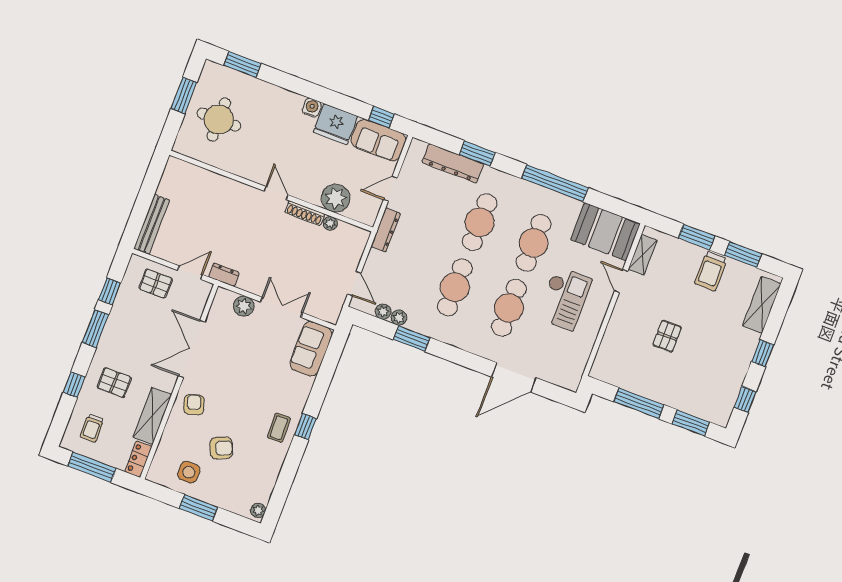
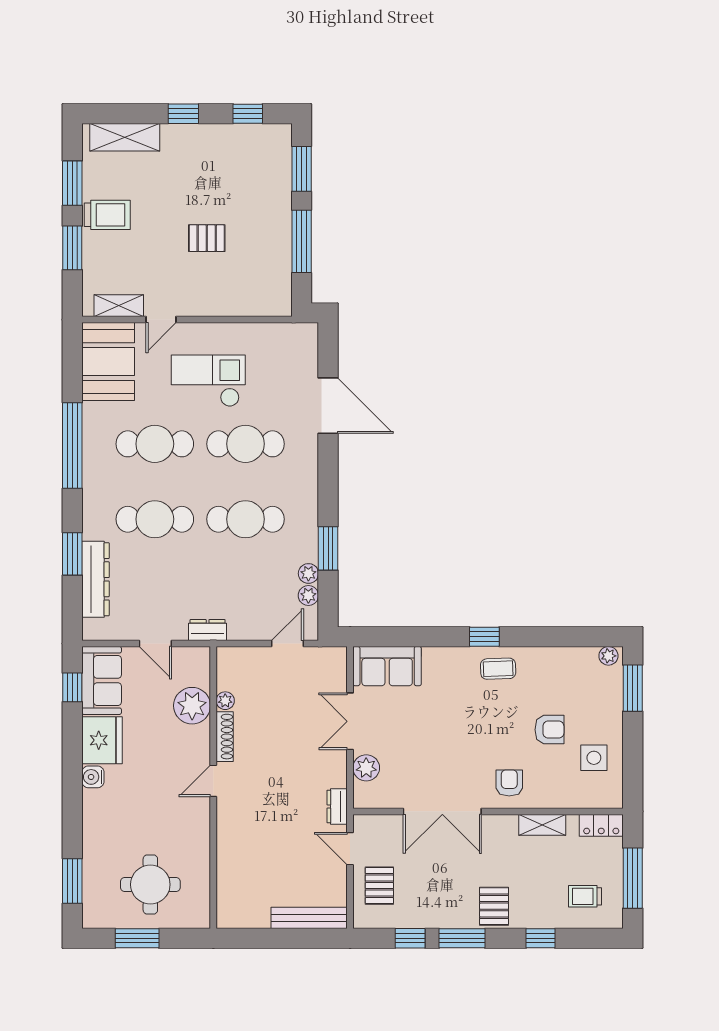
dresser: (386, 230) -> (208, 630), width x0.70
pallet: (114, 383) -> (494, 906), moved
armchair: (194, 405) -> (509, 783), turned 107
shelving: (152, 416) -> (542, 825), width x0.67, depth x0.75
trolley: (92, 428) -> (585, 896), turned 180
armchair: (221, 448) -> (549, 730), turned 113
window: (198, 508) -> (633, 688), moved

